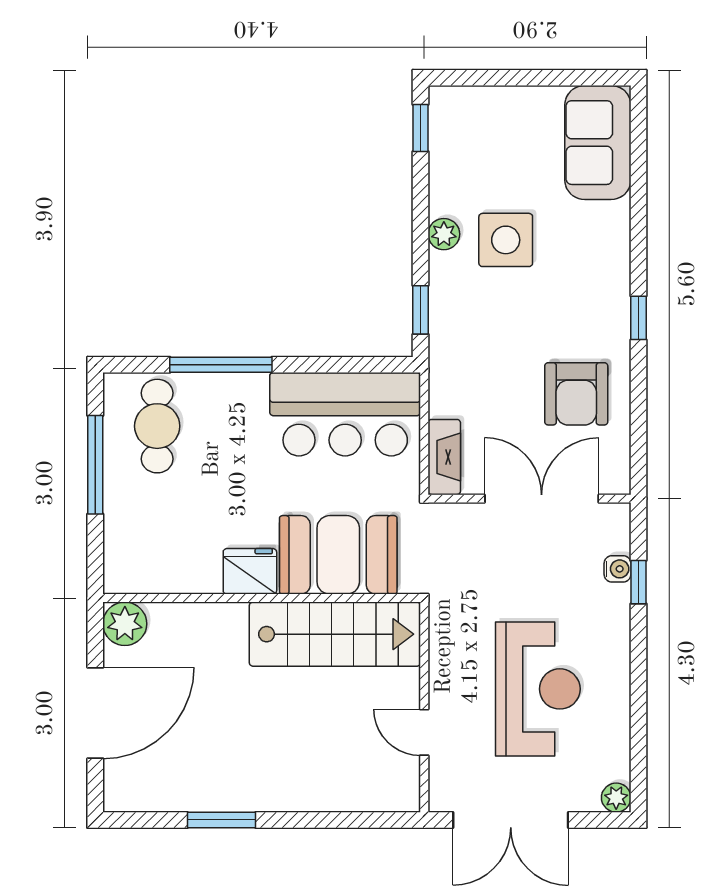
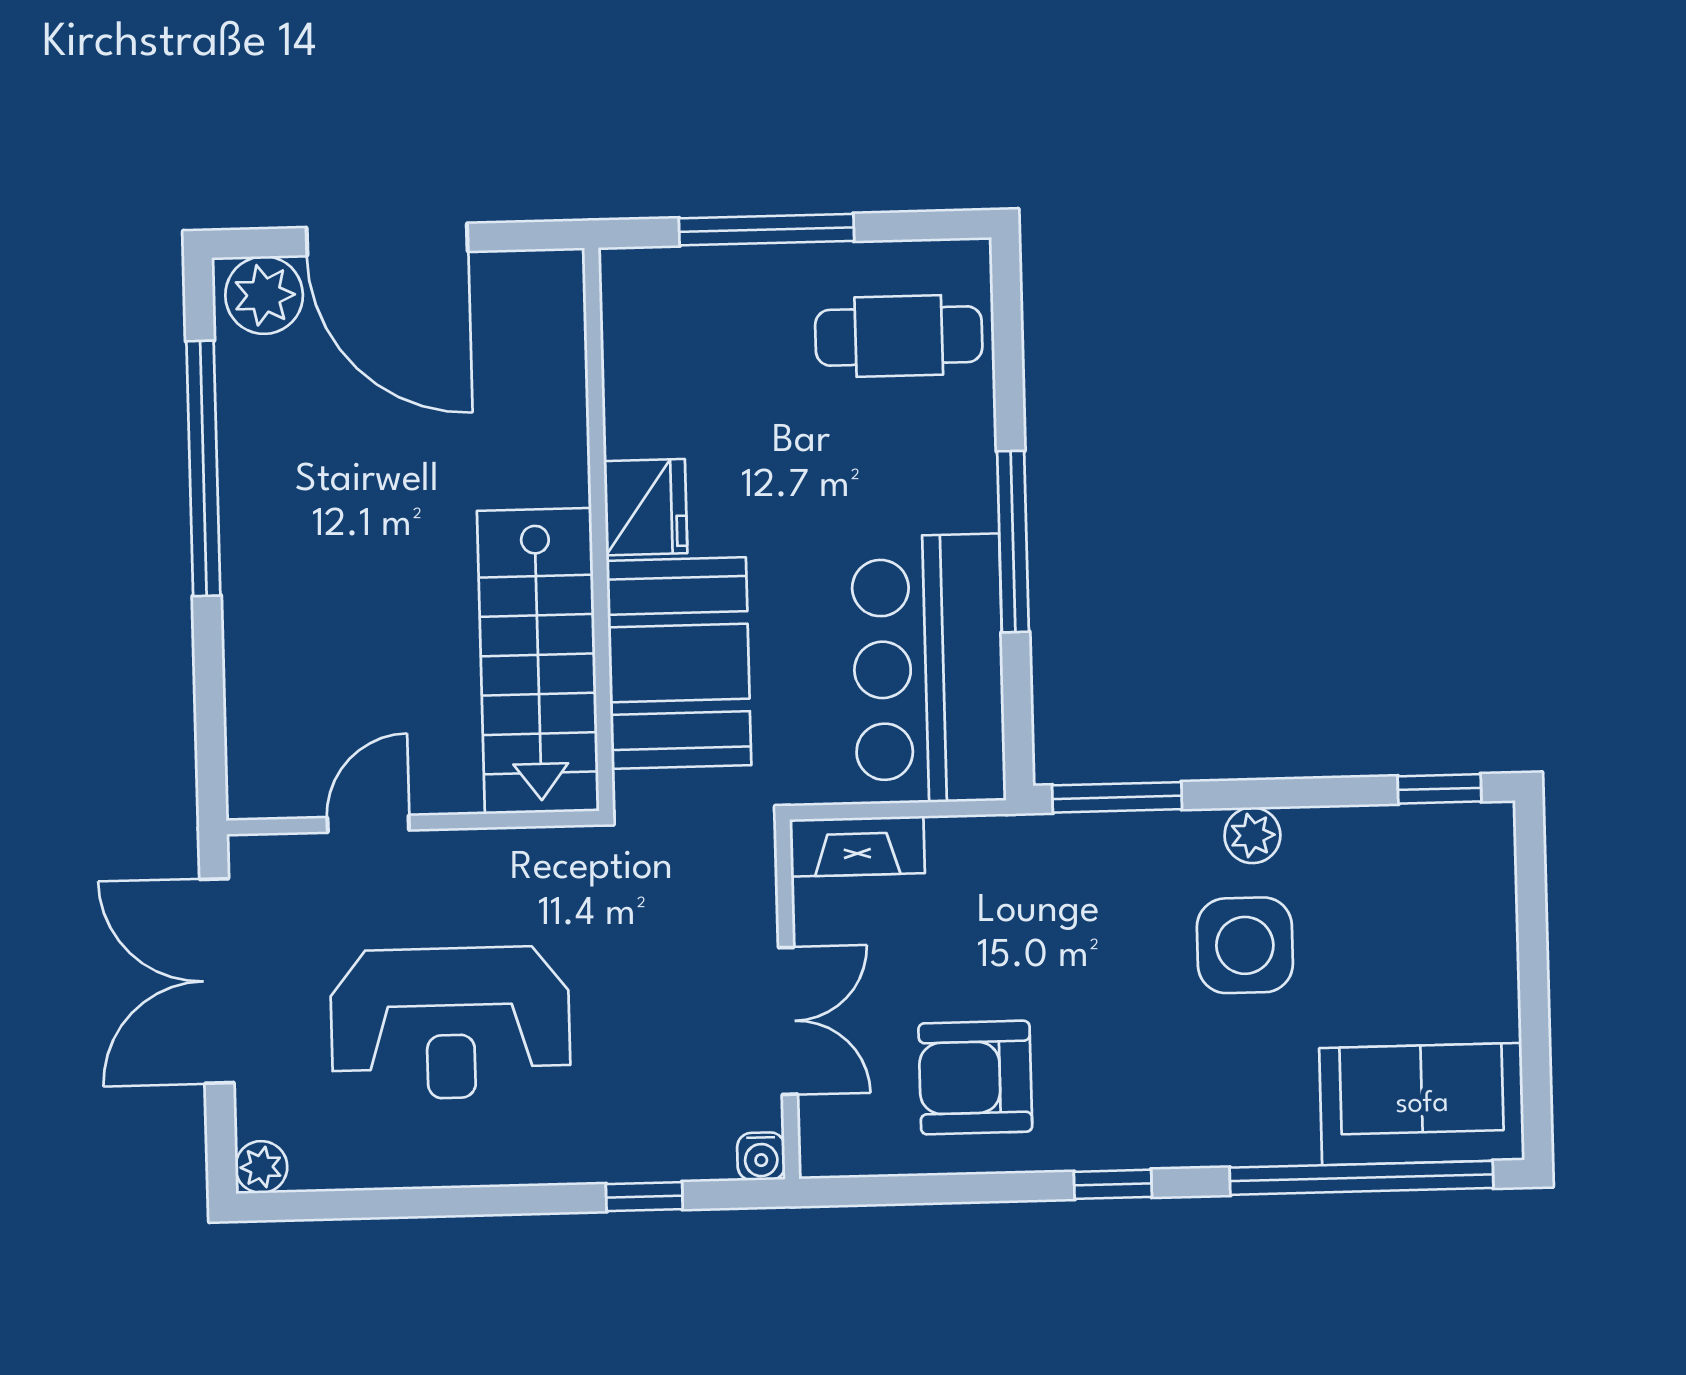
window: (638, 178) -> (1361, 1178), added
window: (420, 310) -> (1117, 797), width x1.50
window: (221, 365) -> (1013, 542), moved
window: (95, 465) -> (766, 230), moved
double door: (542, 499) -> (788, 1021), width x0.73
water cooler: (617, 569) -> (761, 1156), moved
plant: (125, 624) -> (264, 295), moved
window: (222, 820) -> (203, 468), width x2.11

